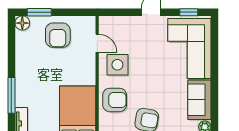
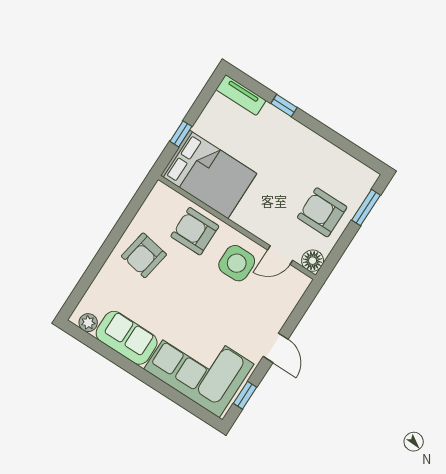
floor lamp: (22, 23) -> (313, 261), moved
window: (11, 95) -> (284, 105), width x0.46
armchair: (115, 100) -> (195, 231), turned 90

